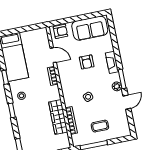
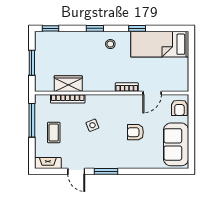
fireplace: (112, 62) -> (48, 163), moved
plant: (117, 86) -> (98, 163), removed
wardrobe: (58, 117) -> (68, 84), width x0.67

